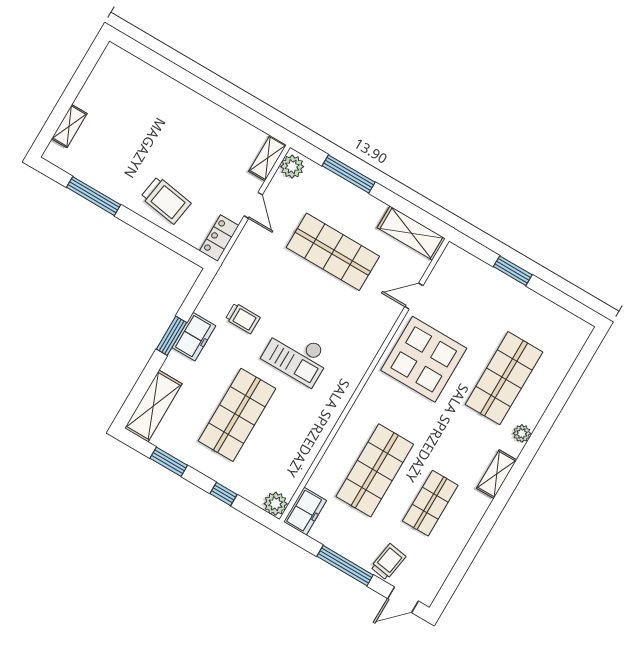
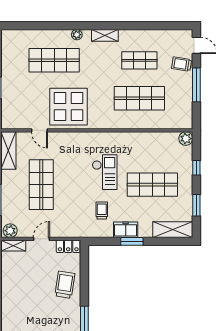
freezer: (305, 511) -> (181, 121), removed

